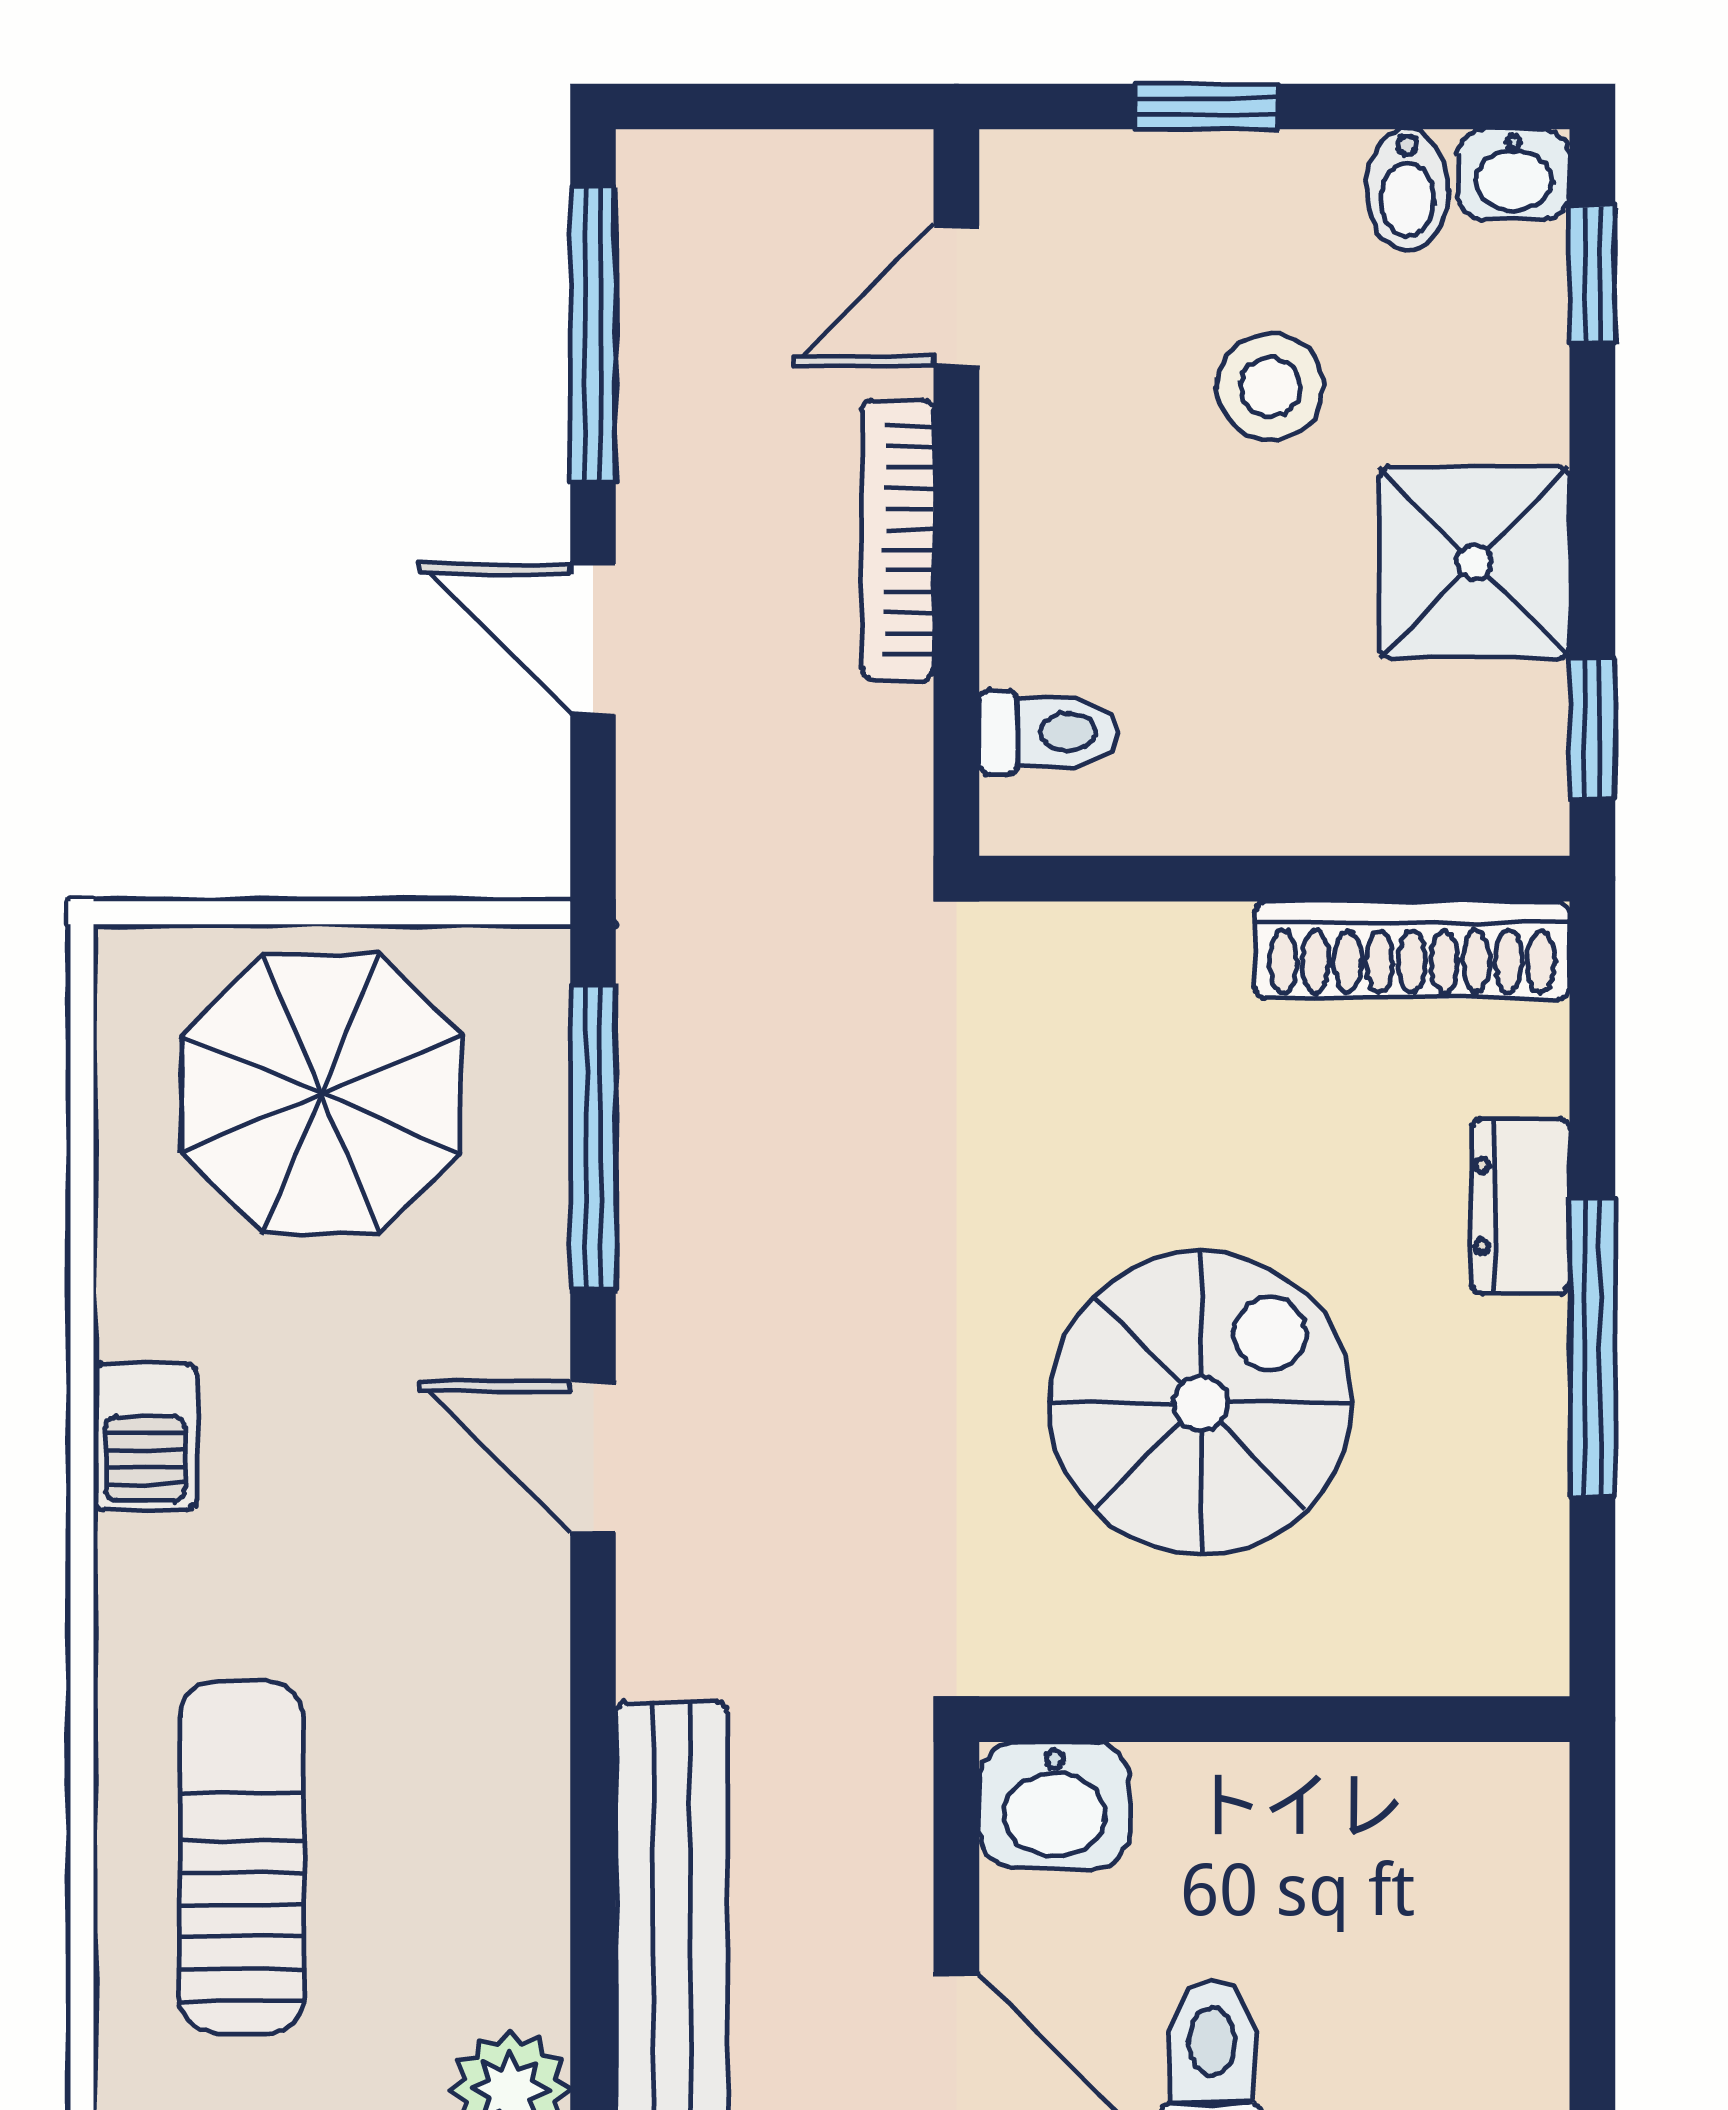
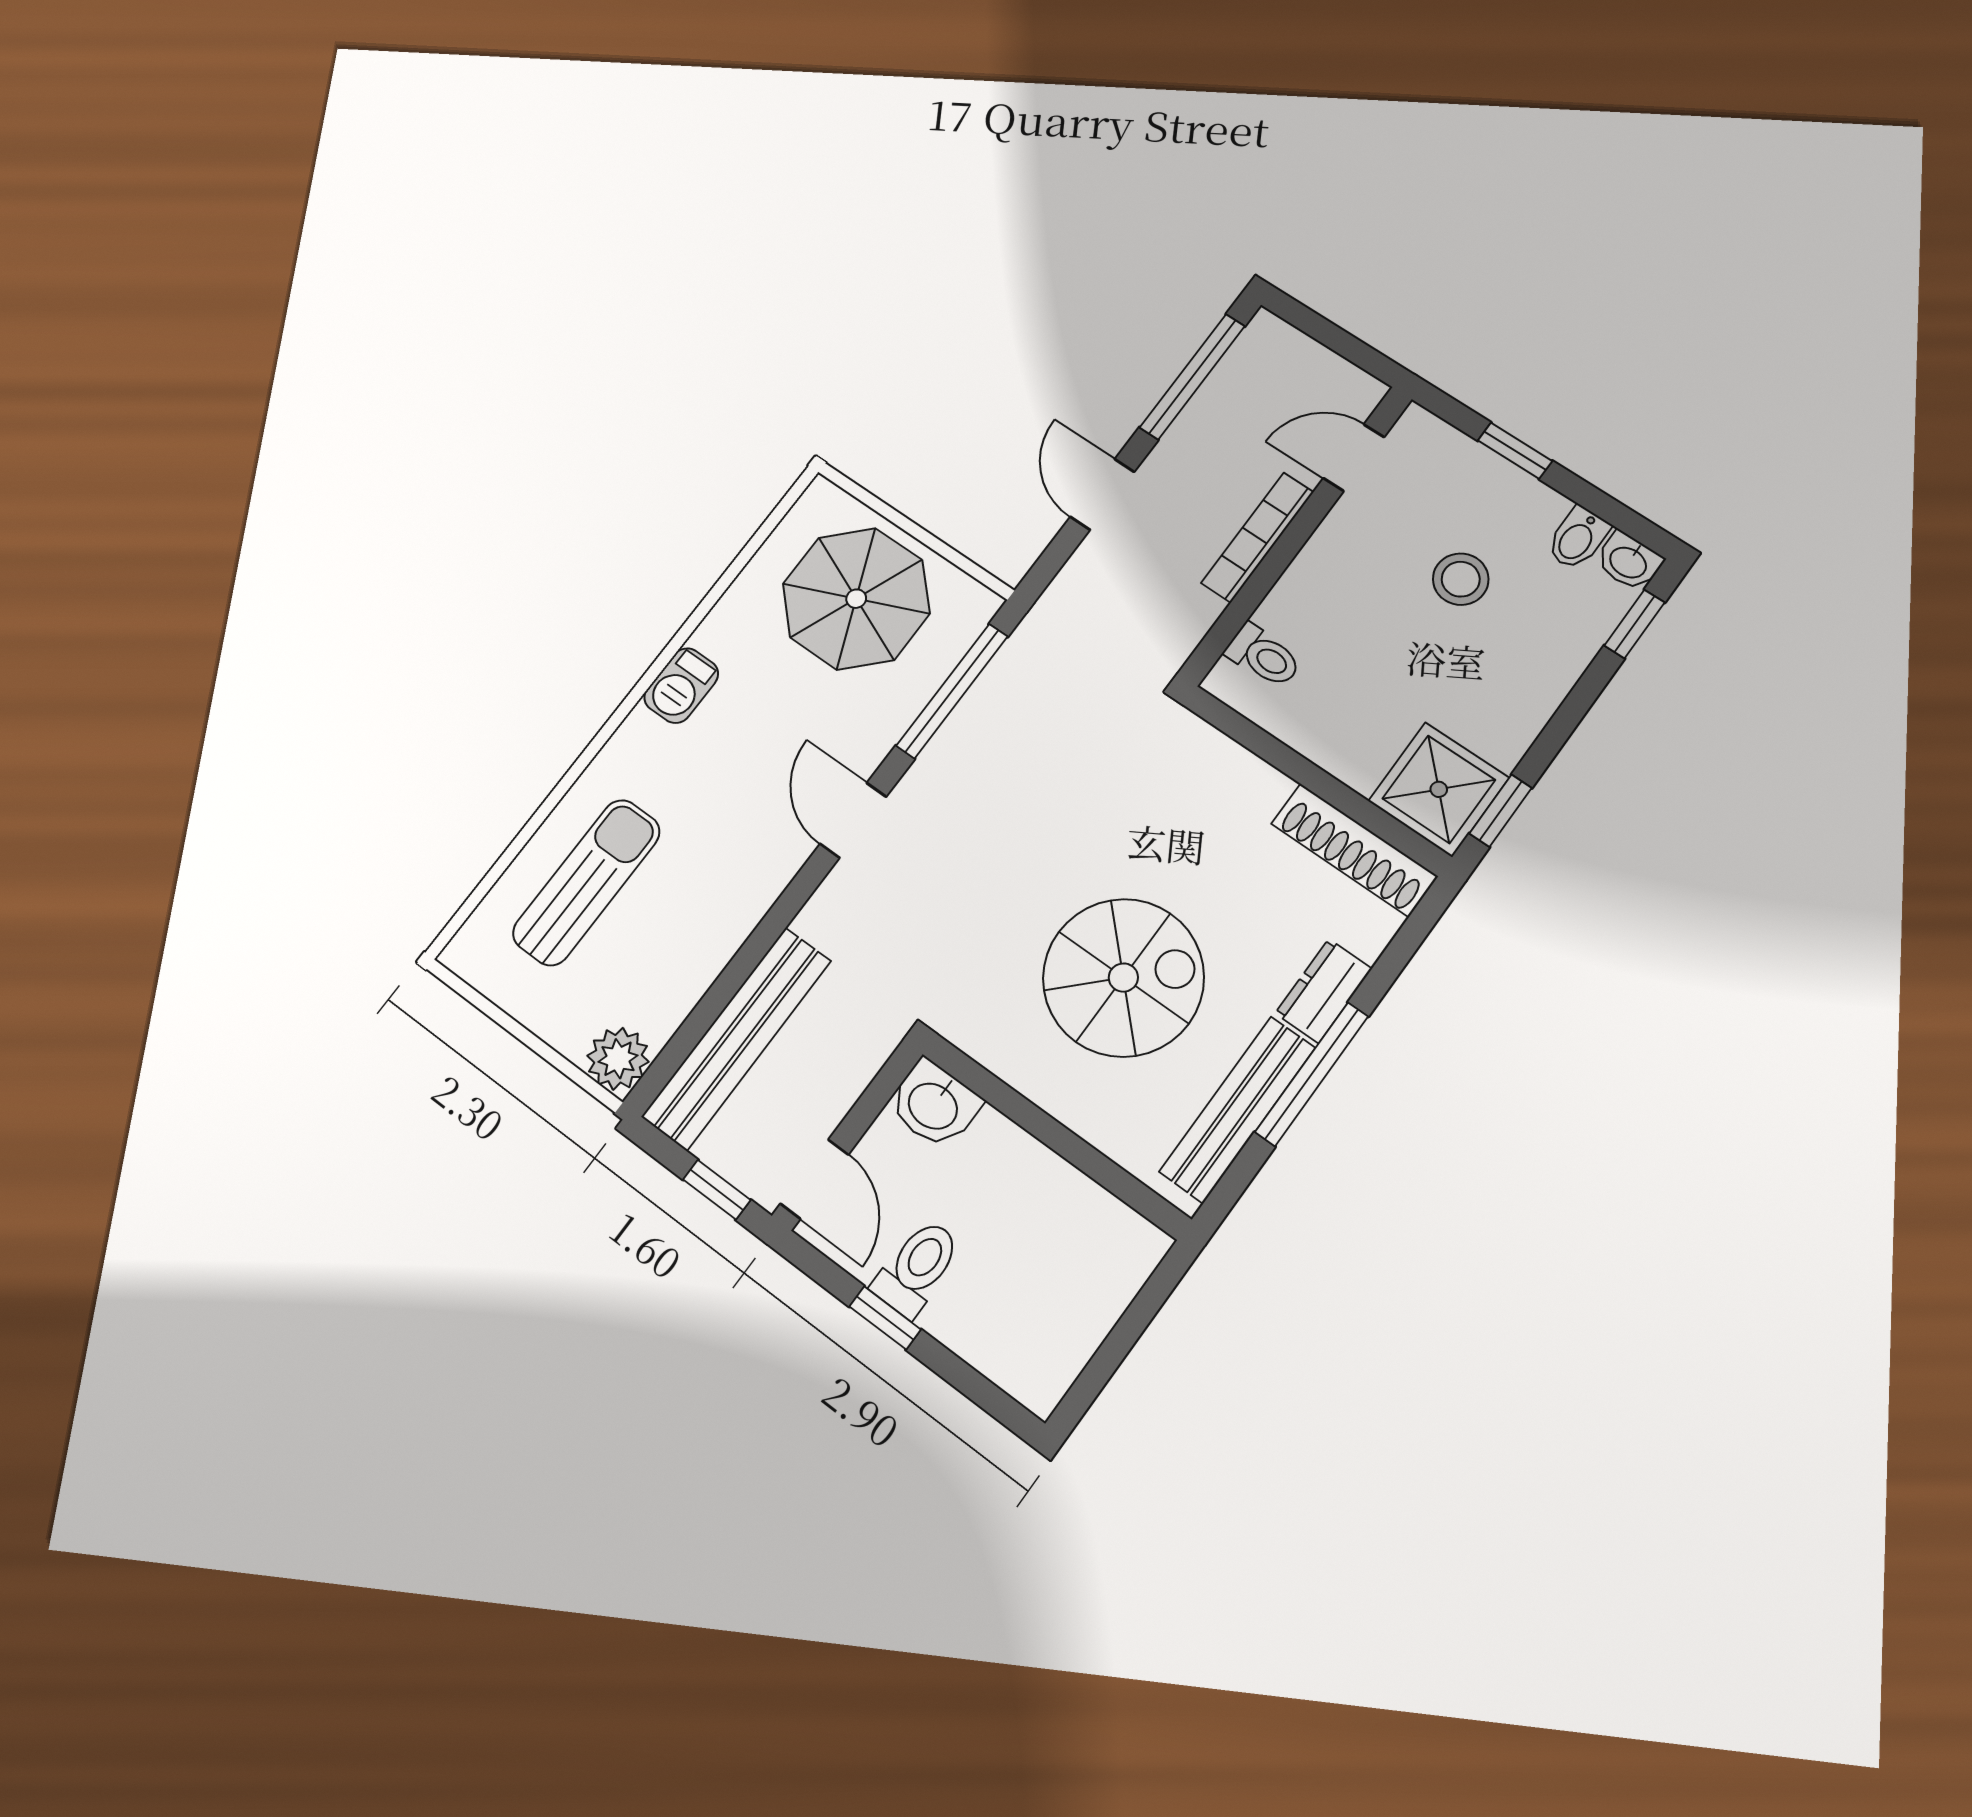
shower: (1474, 562) -> (1439, 789), moved
bench: (1520, 1482) -> (1237, 1110), added

